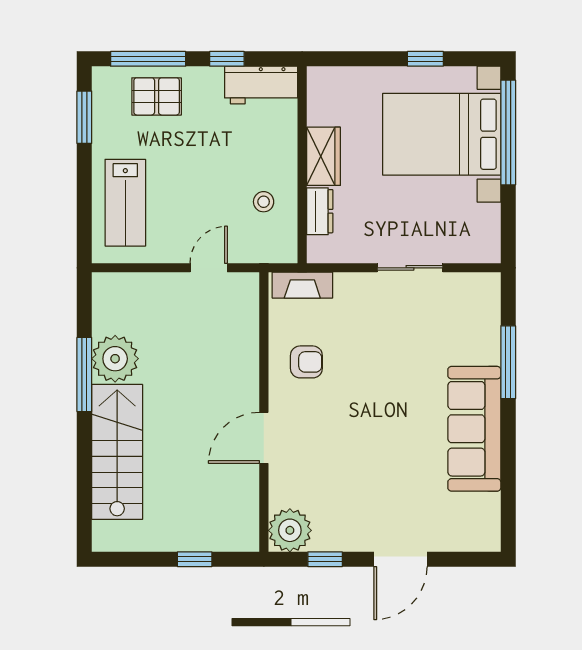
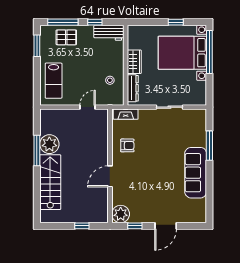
dresser: (320, 211) -> (133, 88), width x1.44

